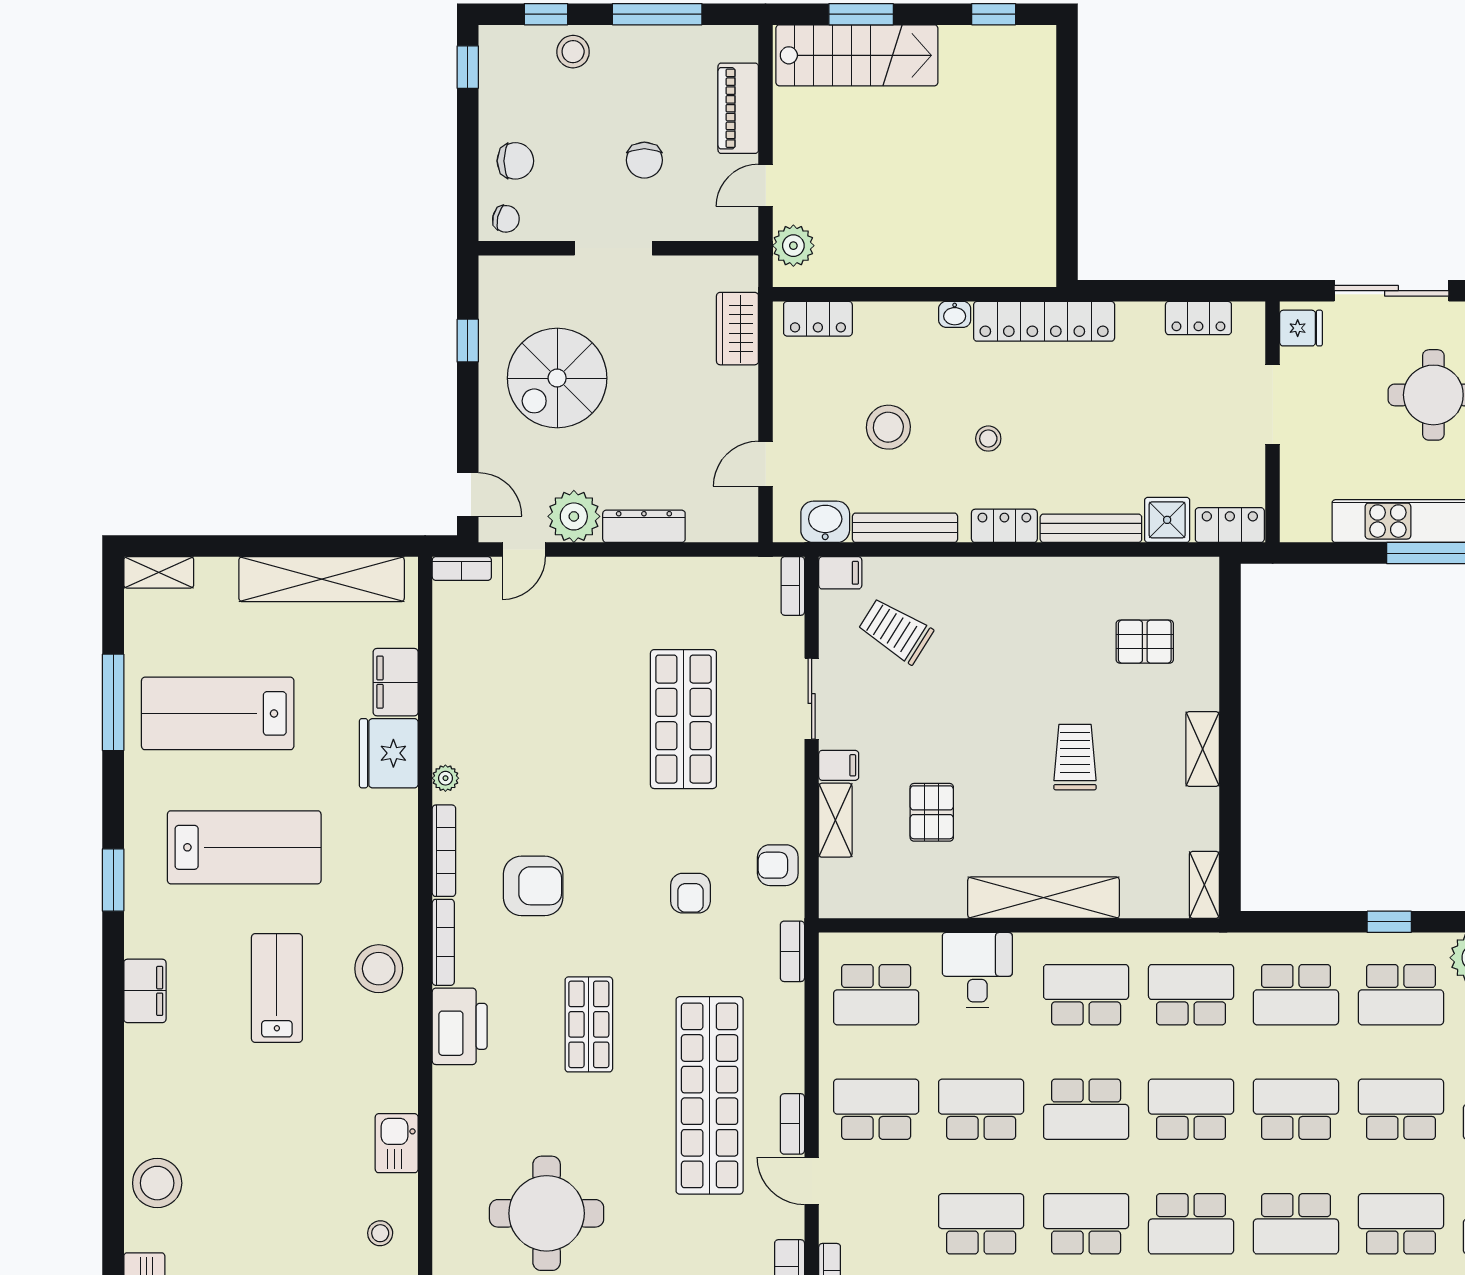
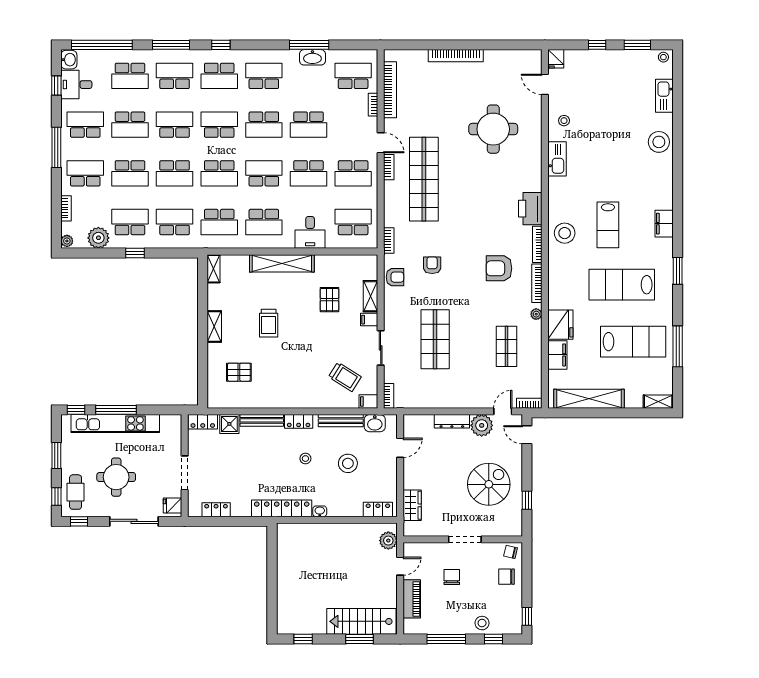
shop shelf: (589, 1024) -> (506, 346), moved
kitchen sink: (397, 1143) -> (557, 159), width x1.38

